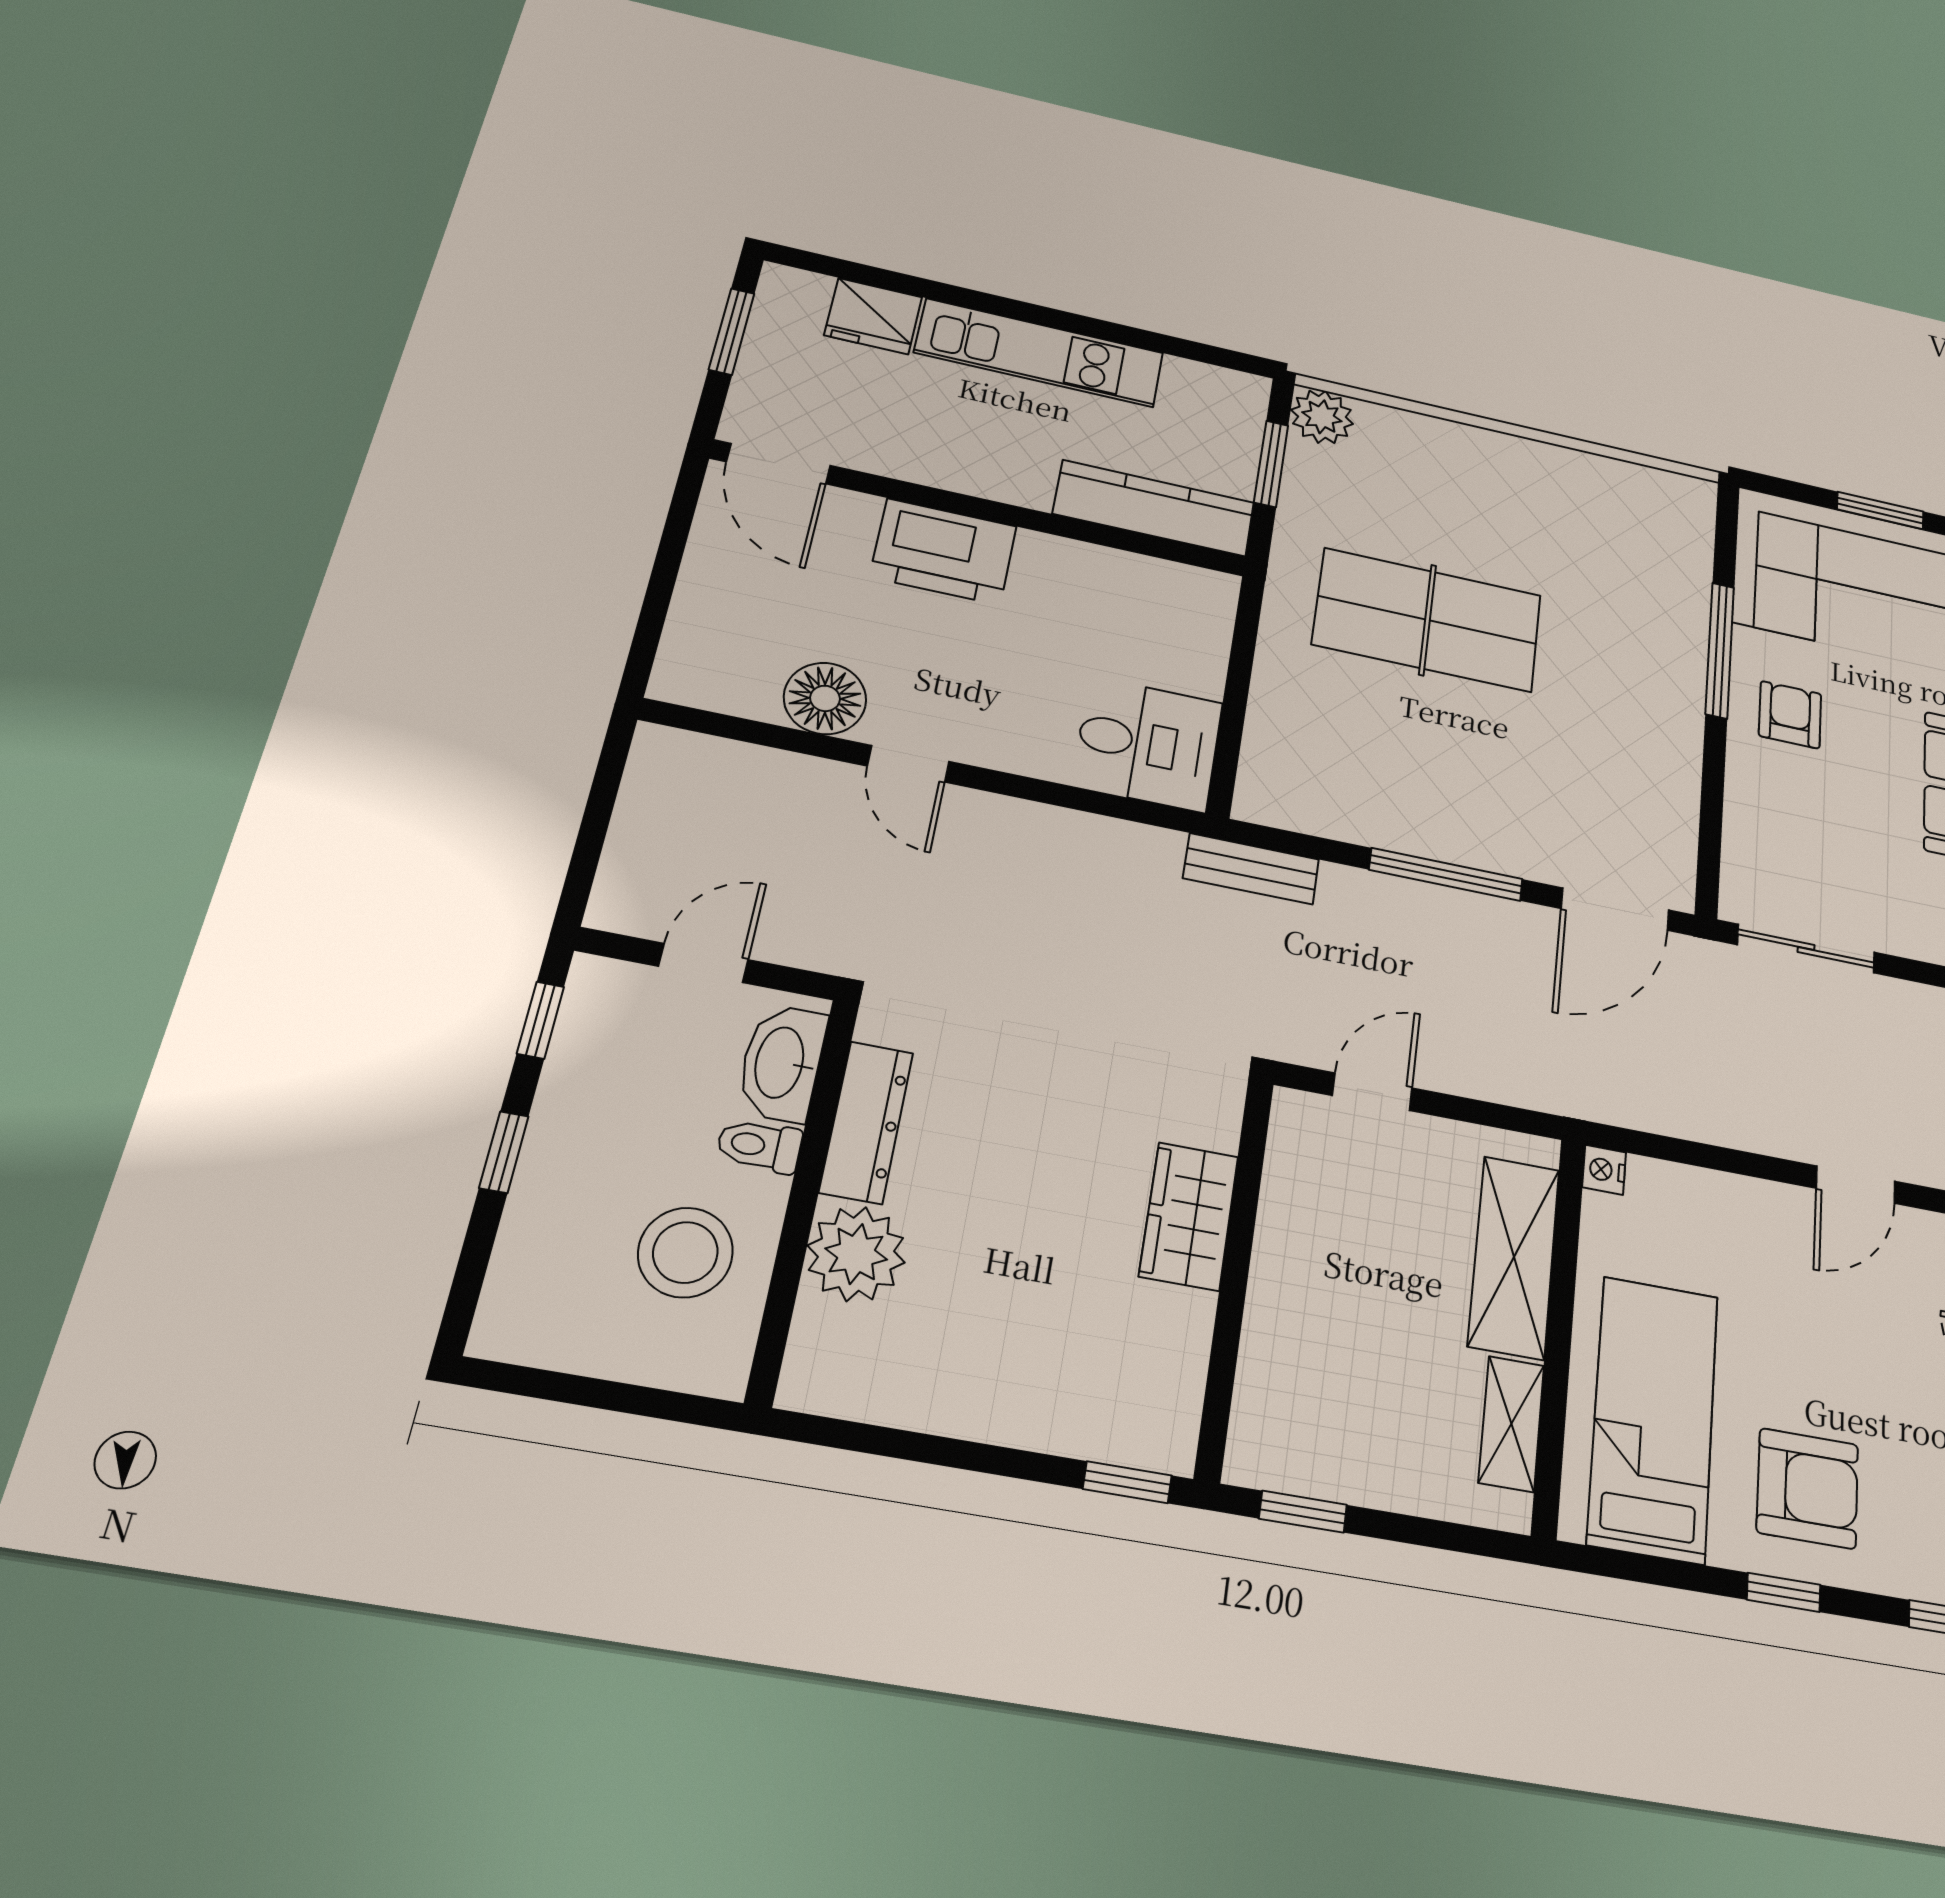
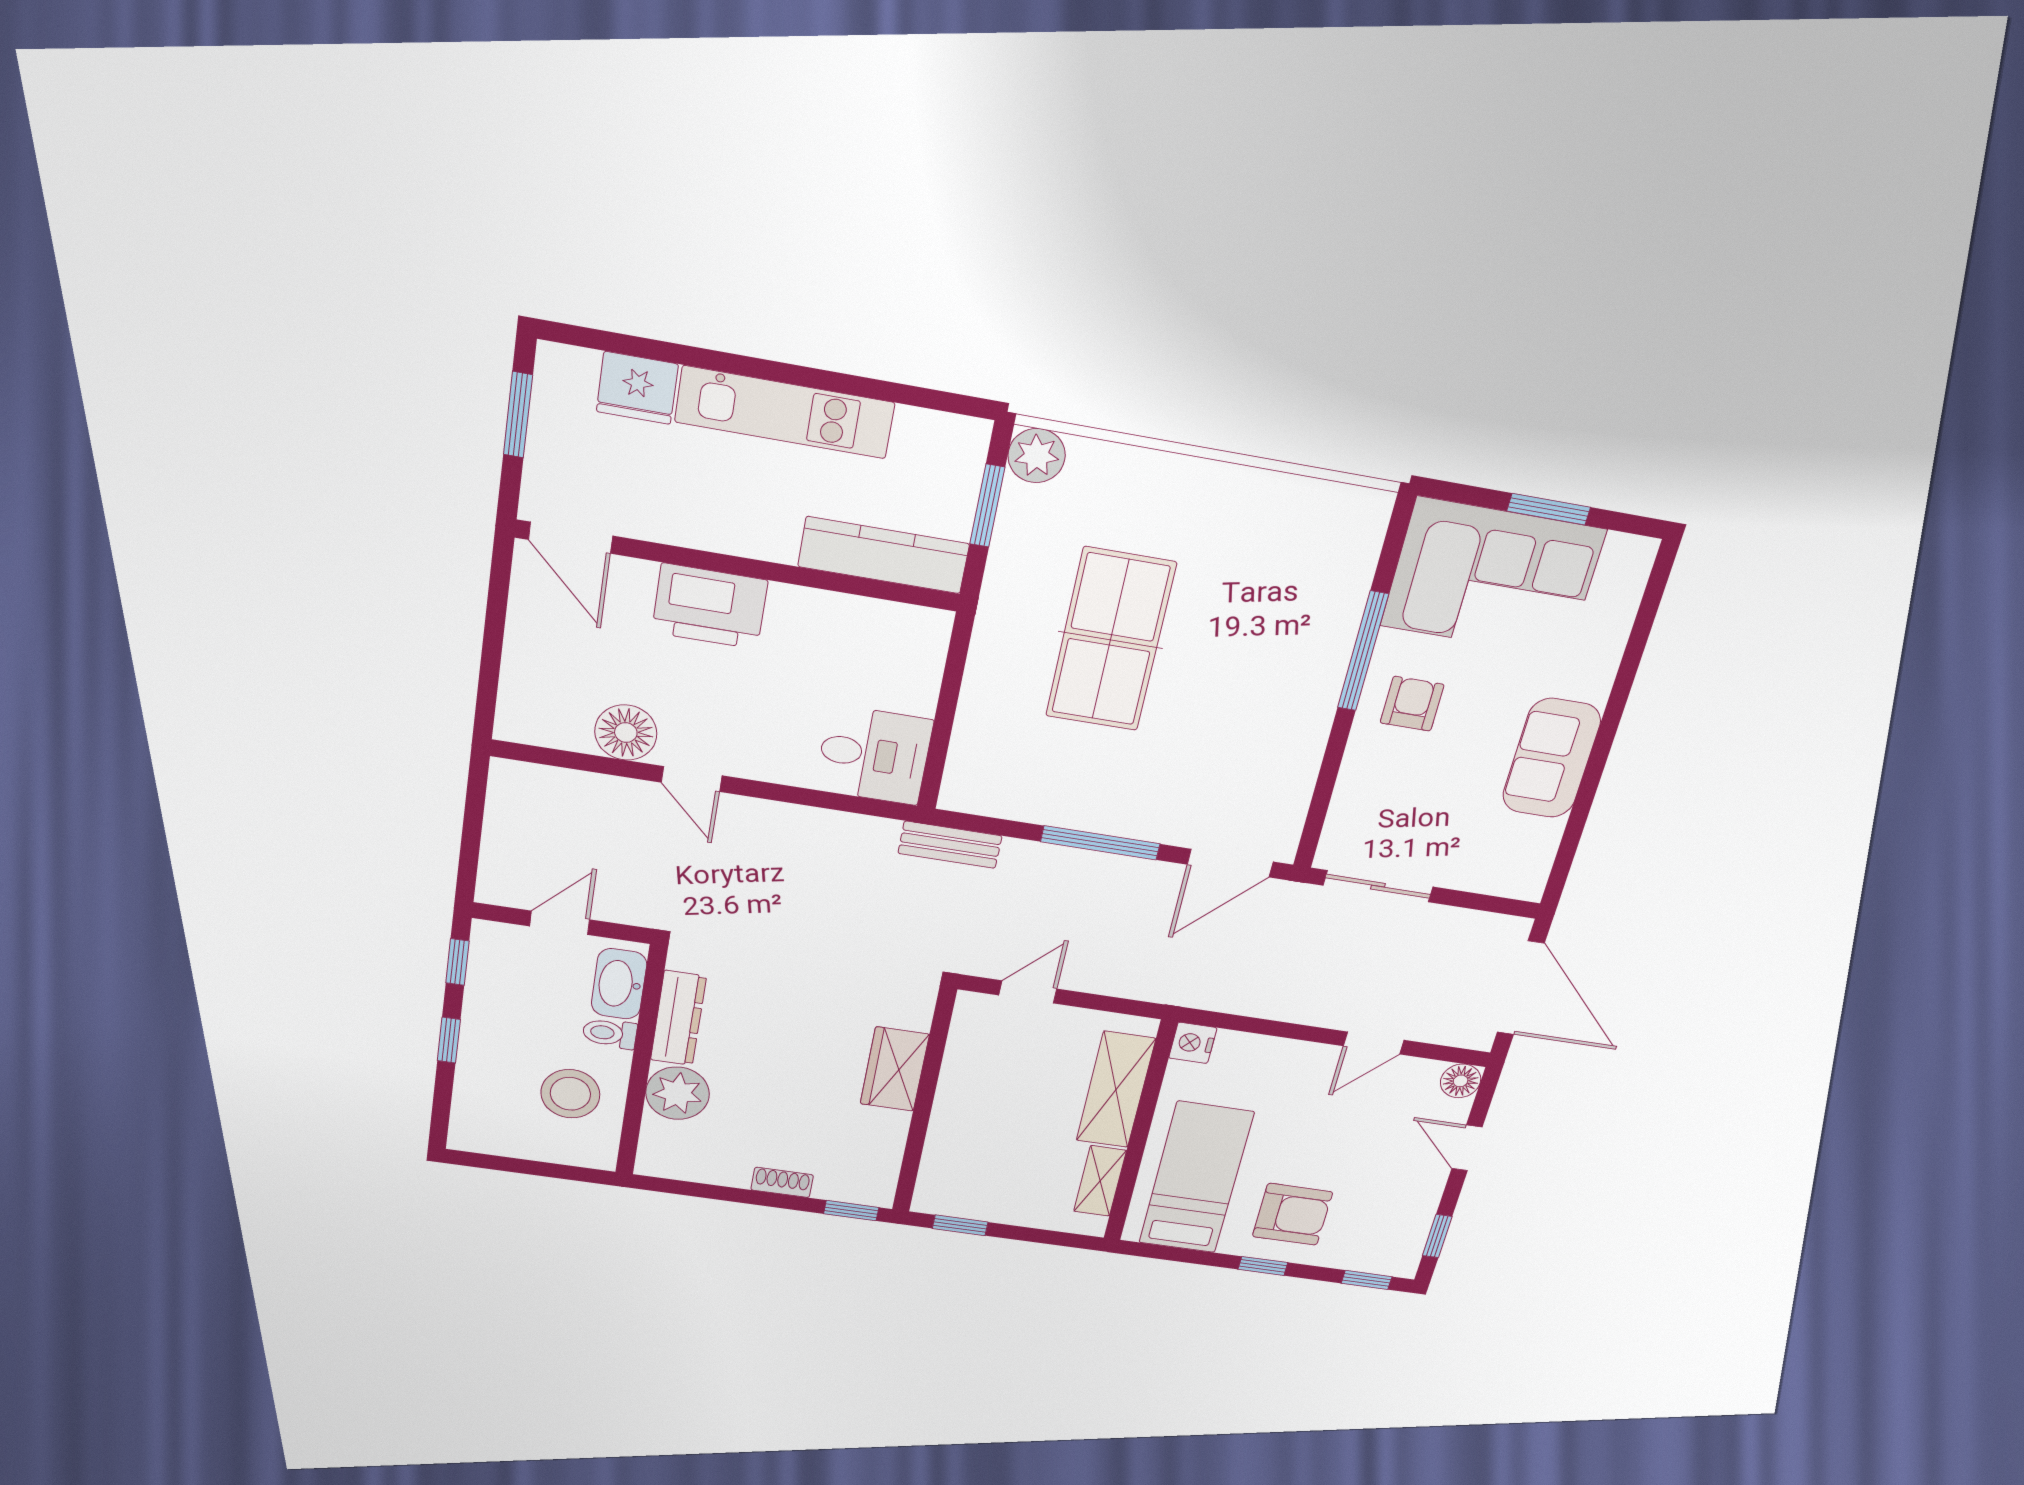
table tennis table: (1427, 620) -> (1111, 640), turned 90
nightstand: (1604, 1170) -> (1193, 1043), width x1.39, depth x1.35
shoe rack: (1016, 1425) -> (782, 1182), added

